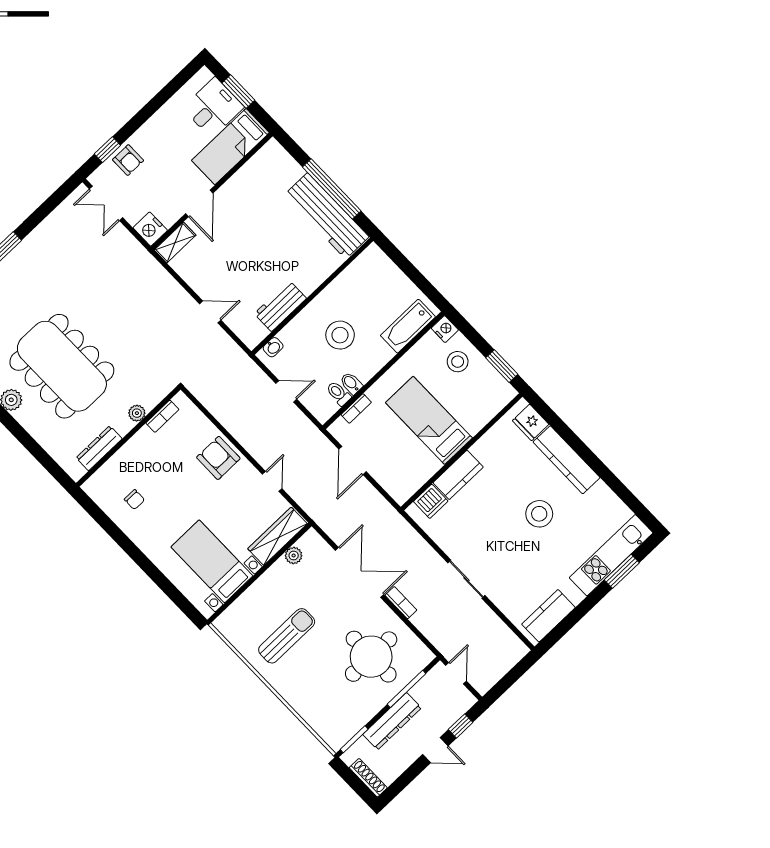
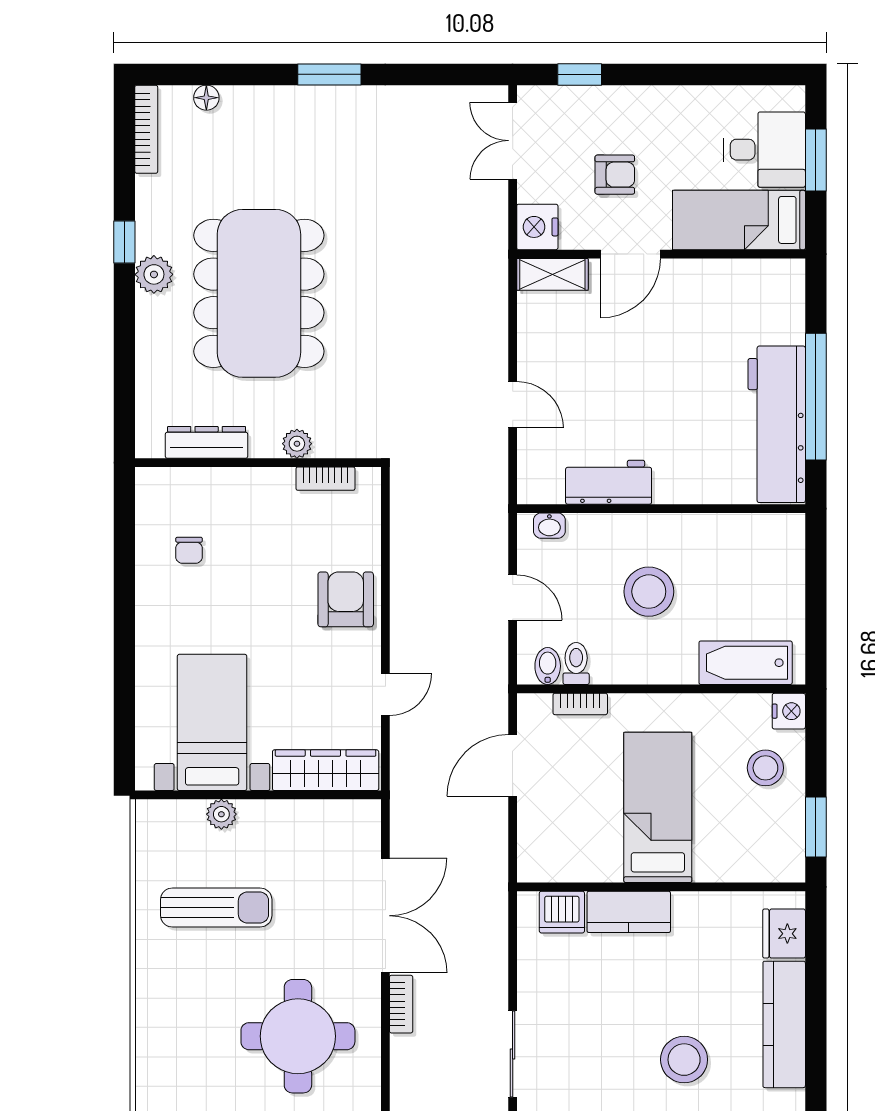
armchair: (128, 160) -> (615, 175), moved, turned -90
bidet: (351, 383) -> (548, 666), moved
plant: (294, 556) -> (221, 814), moved

